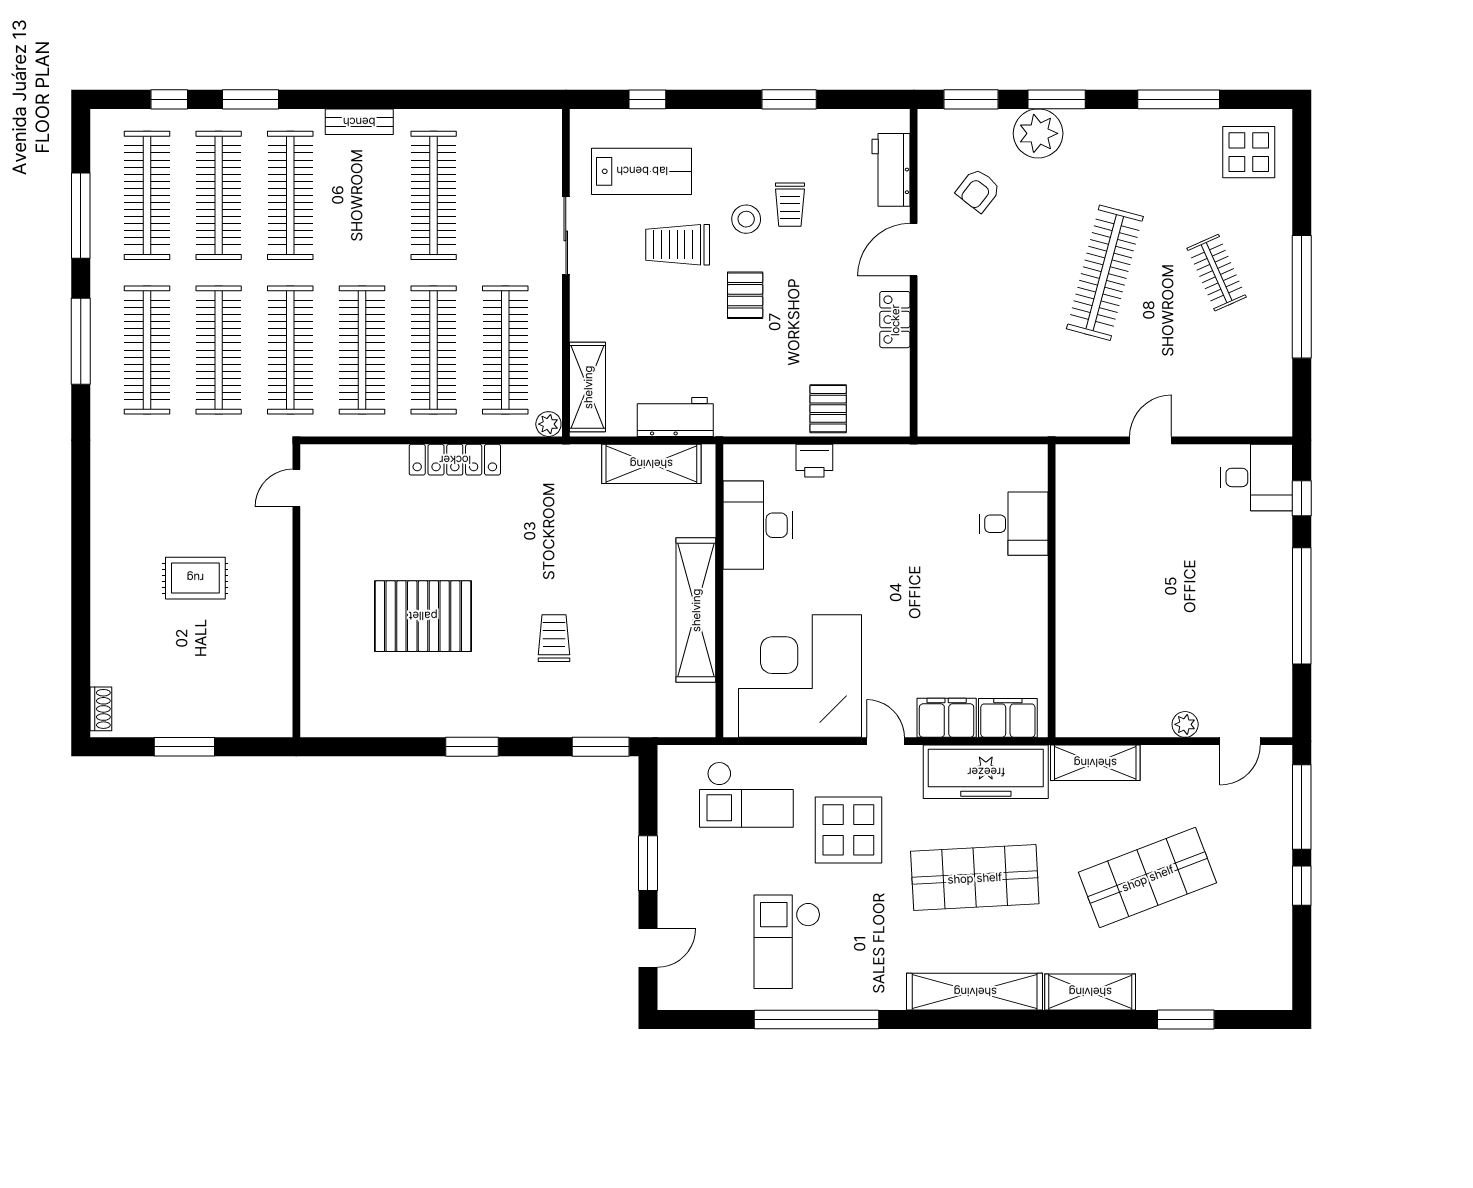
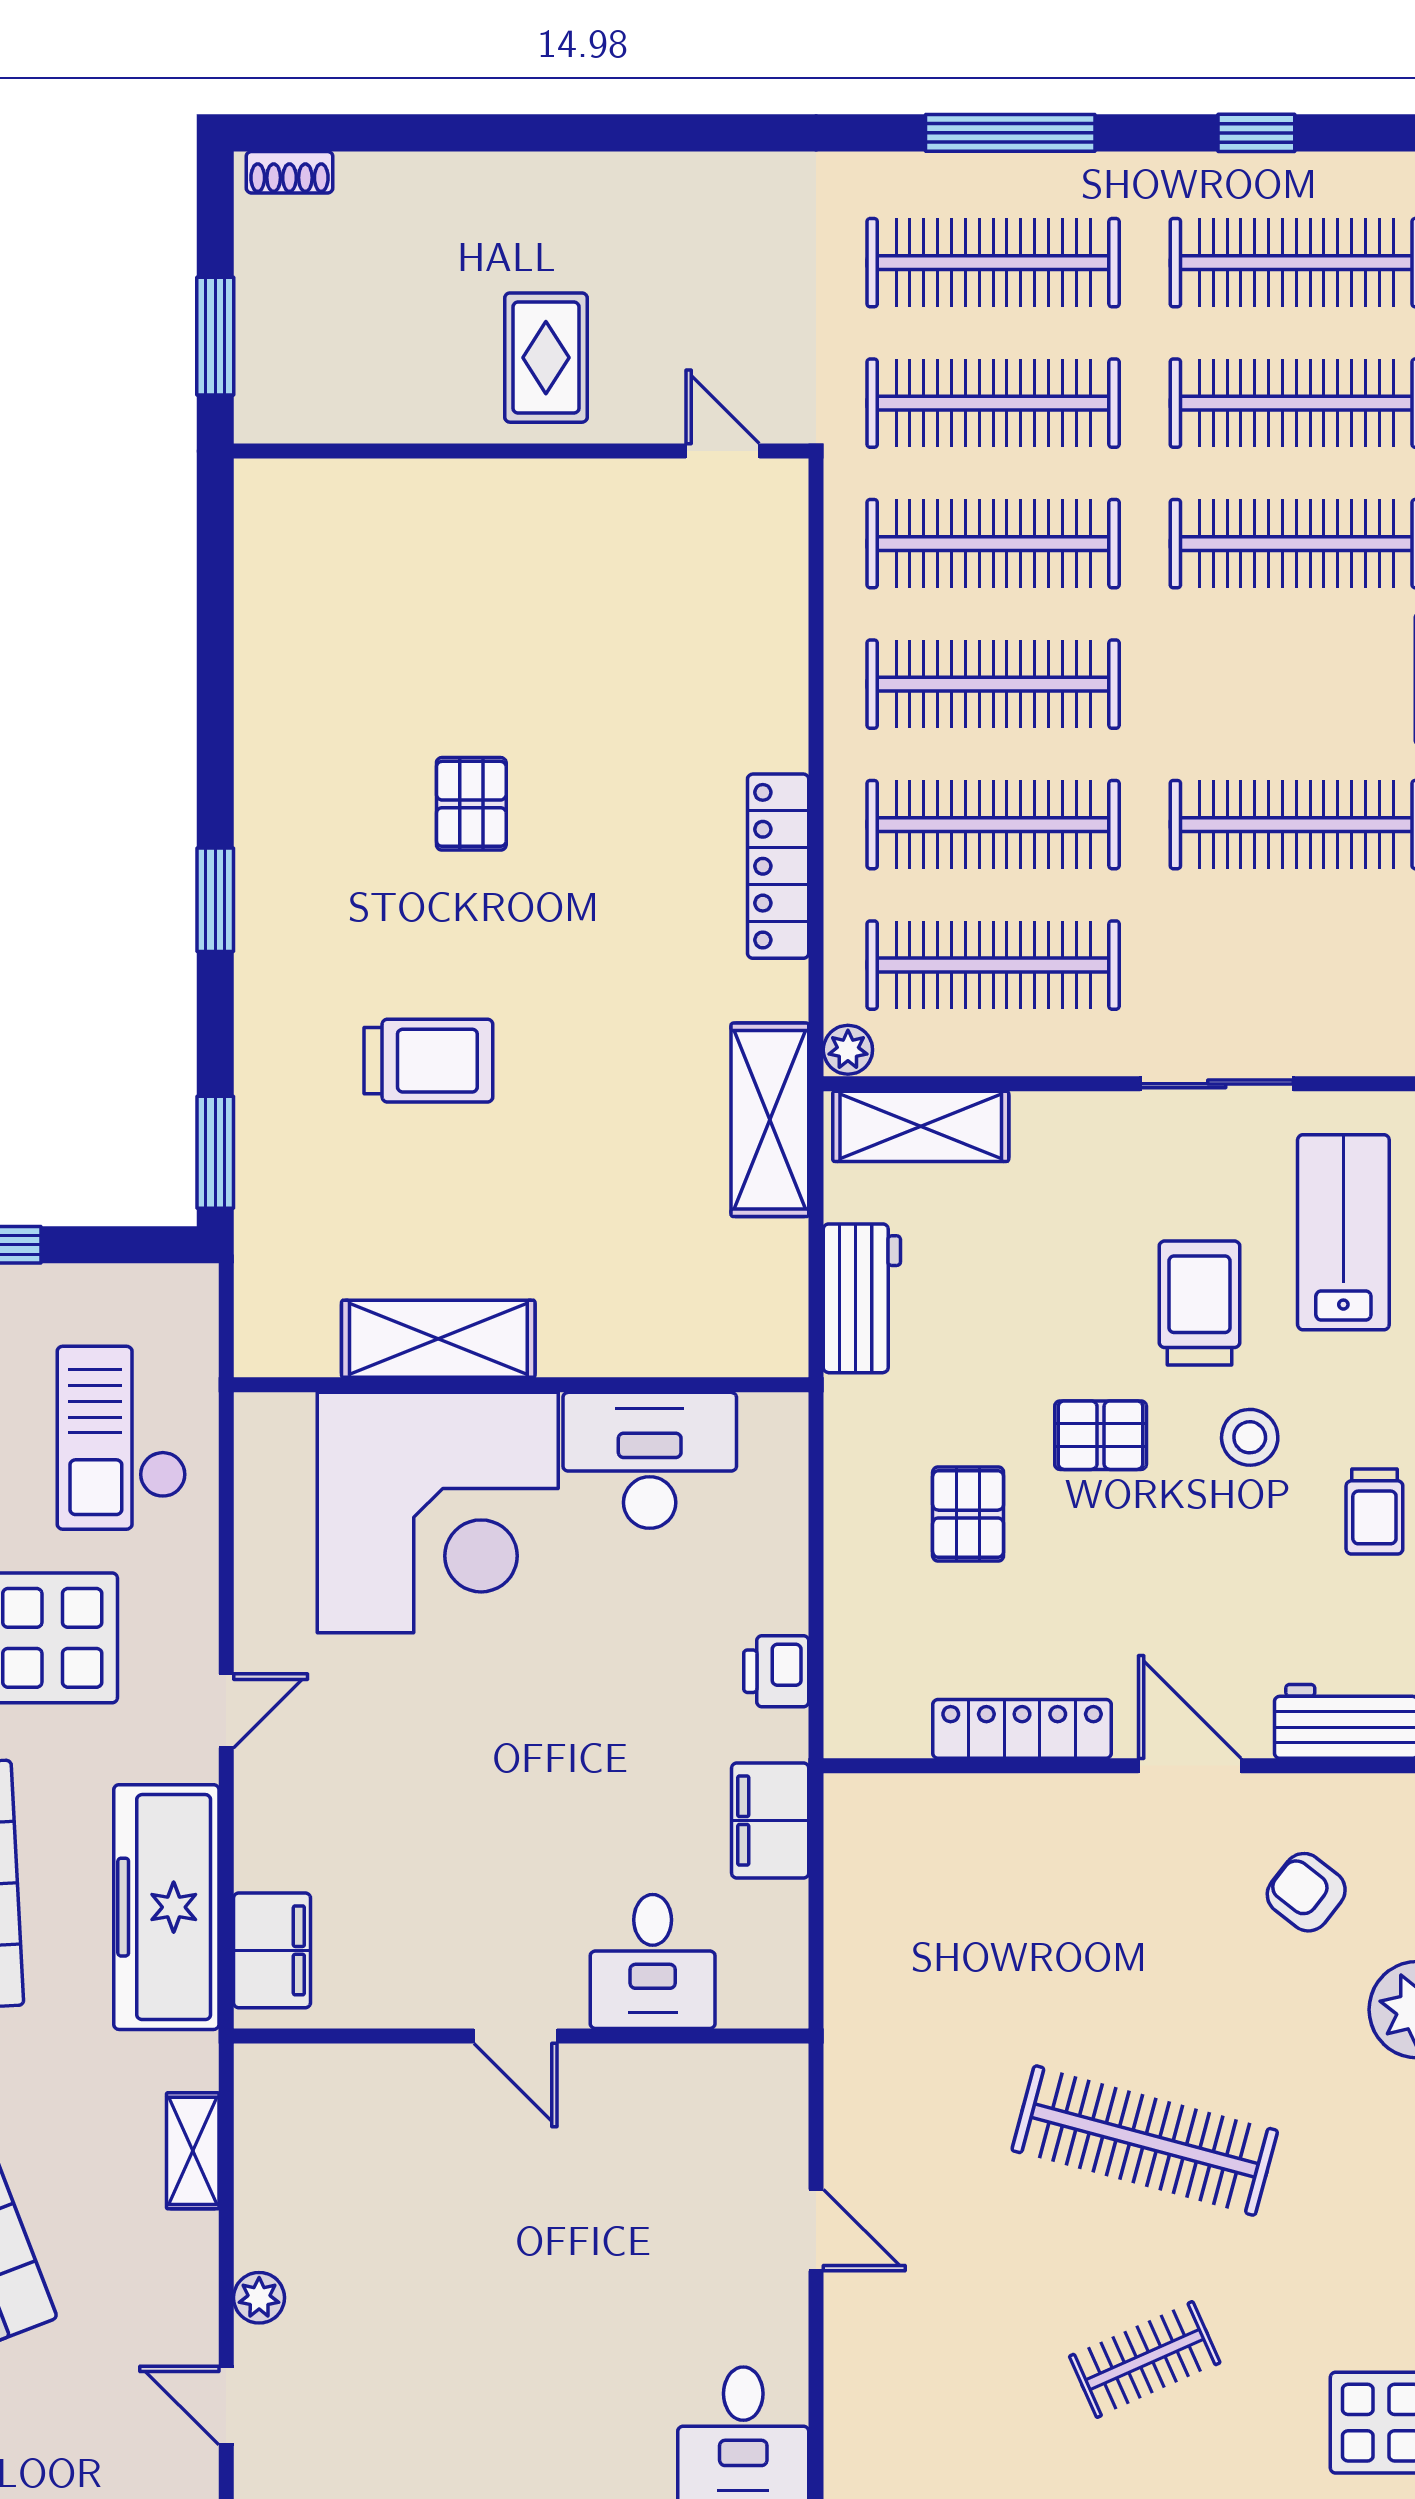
lab bench: (642, 171) -> (1343, 1232), turned 180
trolley: (790, 205) -> (1374, 1511), moved, turned -90
window: (81, 216) -> (1256, 133), width x0.46
locker: (895, 320) -> (1022, 1729), width x1.53
pallet: (828, 409) -> (968, 1514), moved, turned 90
printer: (814, 461) -> (776, 1671), moved
shelving: (651, 464) -> (770, 1120), moved
door: (296, 488) -> (723, 451), moved
wall: (296, 591) -> (521, 451), moved
door: (1052, 594) -> (515, 2036), added
shelving: (696, 610) -> (438, 1339), width x0.68
pallet: (423, 616) -> (471, 804), width x0.49, depth x0.50
trolley: (554, 638) -> (428, 1061), width x1.36, depth x1.39
corner desk: (800, 676) -> (438, 1513), moved, turned 90
filing cabinet: (947, 718) -> (770, 1821), moved, turned 180
shelving: (1095, 763) -> (193, 2151), width x0.67, depth x0.75

